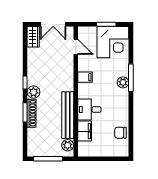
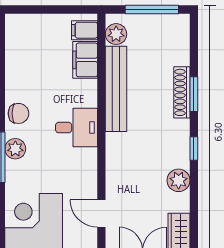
filing cabinet: (85, 77) -> (85, 30), moved
plant: (33, 92) -> (179, 180), moved
desk: (89, 109) -> (77, 128), moved
chair: (121, 133) -> (18, 113), moved

